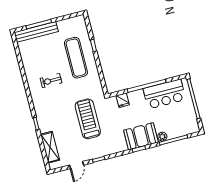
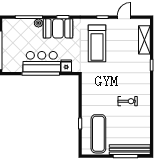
exercise mat: (76, 58) -> (98, 134), moved
bar counter: (164, 94) -> (42, 62), moved
treadmill: (88, 119) -> (97, 43), moved

